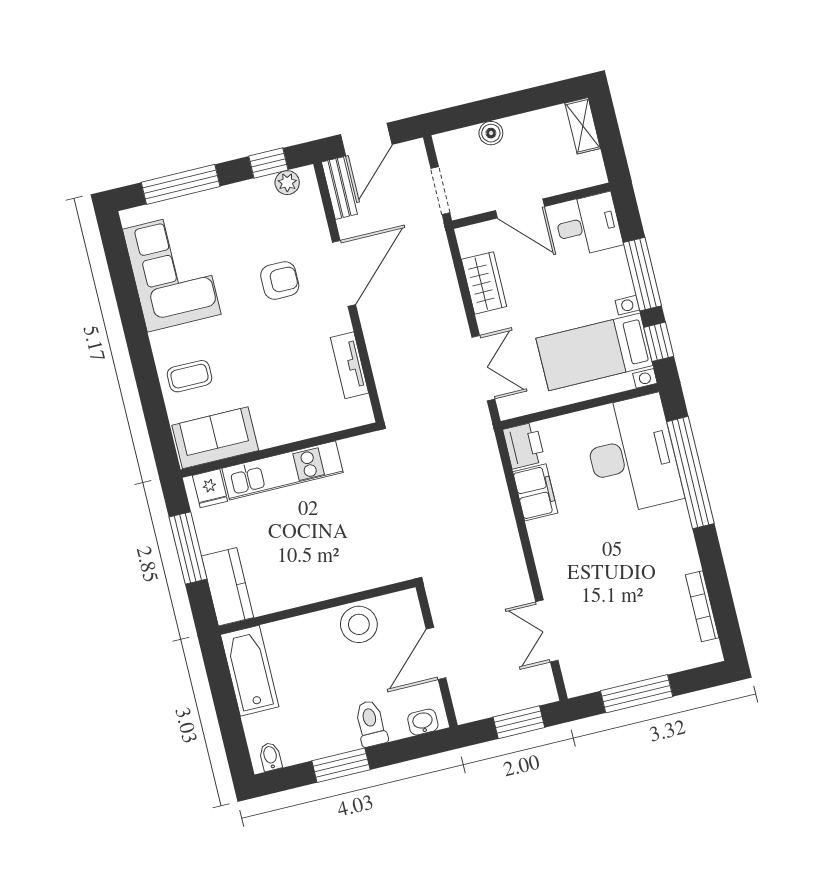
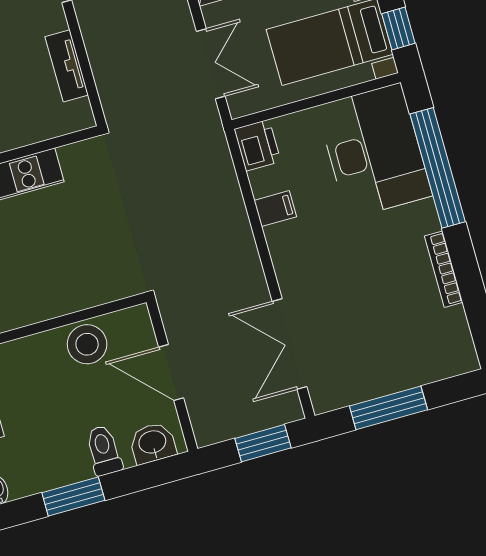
filing cabinet: (535, 492) -> (275, 209), width x0.50
bookcase: (702, 606) -> (444, 269), moved
double door: (547, 631) -> (290, 344), width x1.37
door: (436, 653) -> (171, 372), hinge flipped
washbasin: (423, 722) -> (153, 443), width x1.38, depth x1.45

